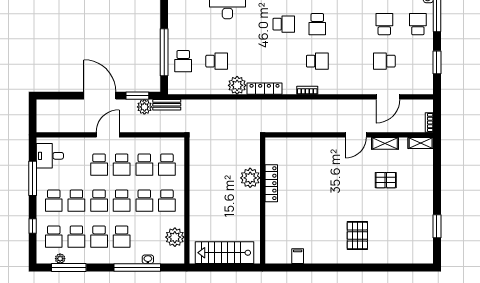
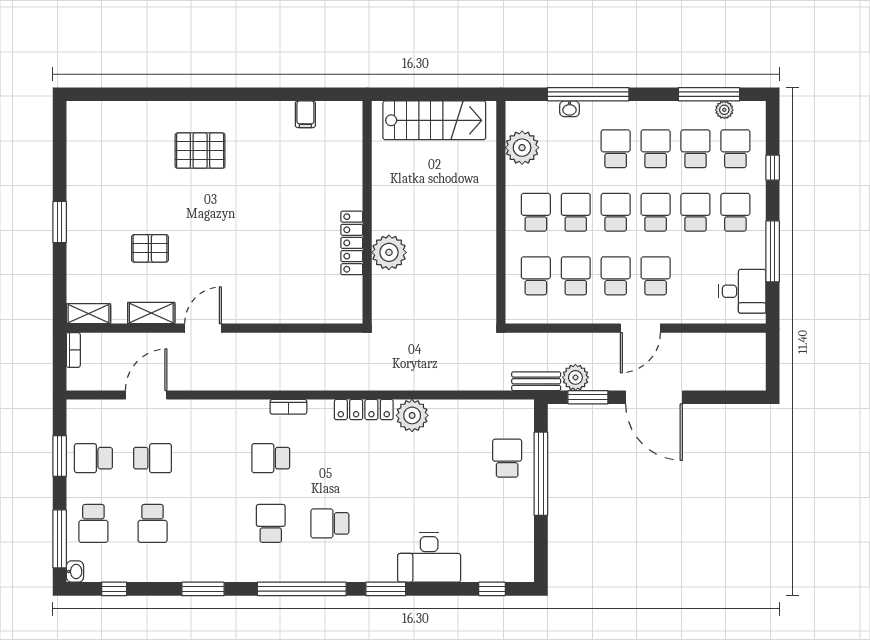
school desk: (217, 61) -> (93, 458), moved
window: (437, 226) -> (60, 222), moved
pallet: (357, 236) -> (200, 151), turned 90

